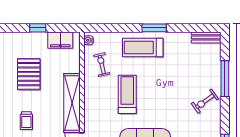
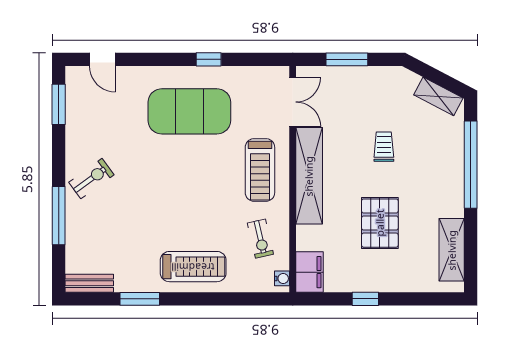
window: (154, 28) -> (140, 299), moved
filing cabinet: (60, 40) -> (310, 272), moved, turned 90
treadmill: (127, 94) -> (260, 170), moved

